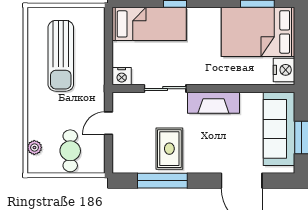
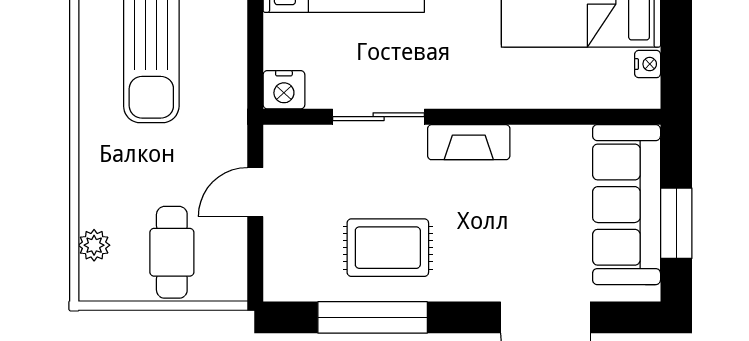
nightstand: (284, 70) -> (648, 64), width x0.53, depth x0.56
fireplace: (213, 103) -> (469, 142), width x0.73, depth x0.76
rug: (169, 149) -> (388, 248), turned 90

